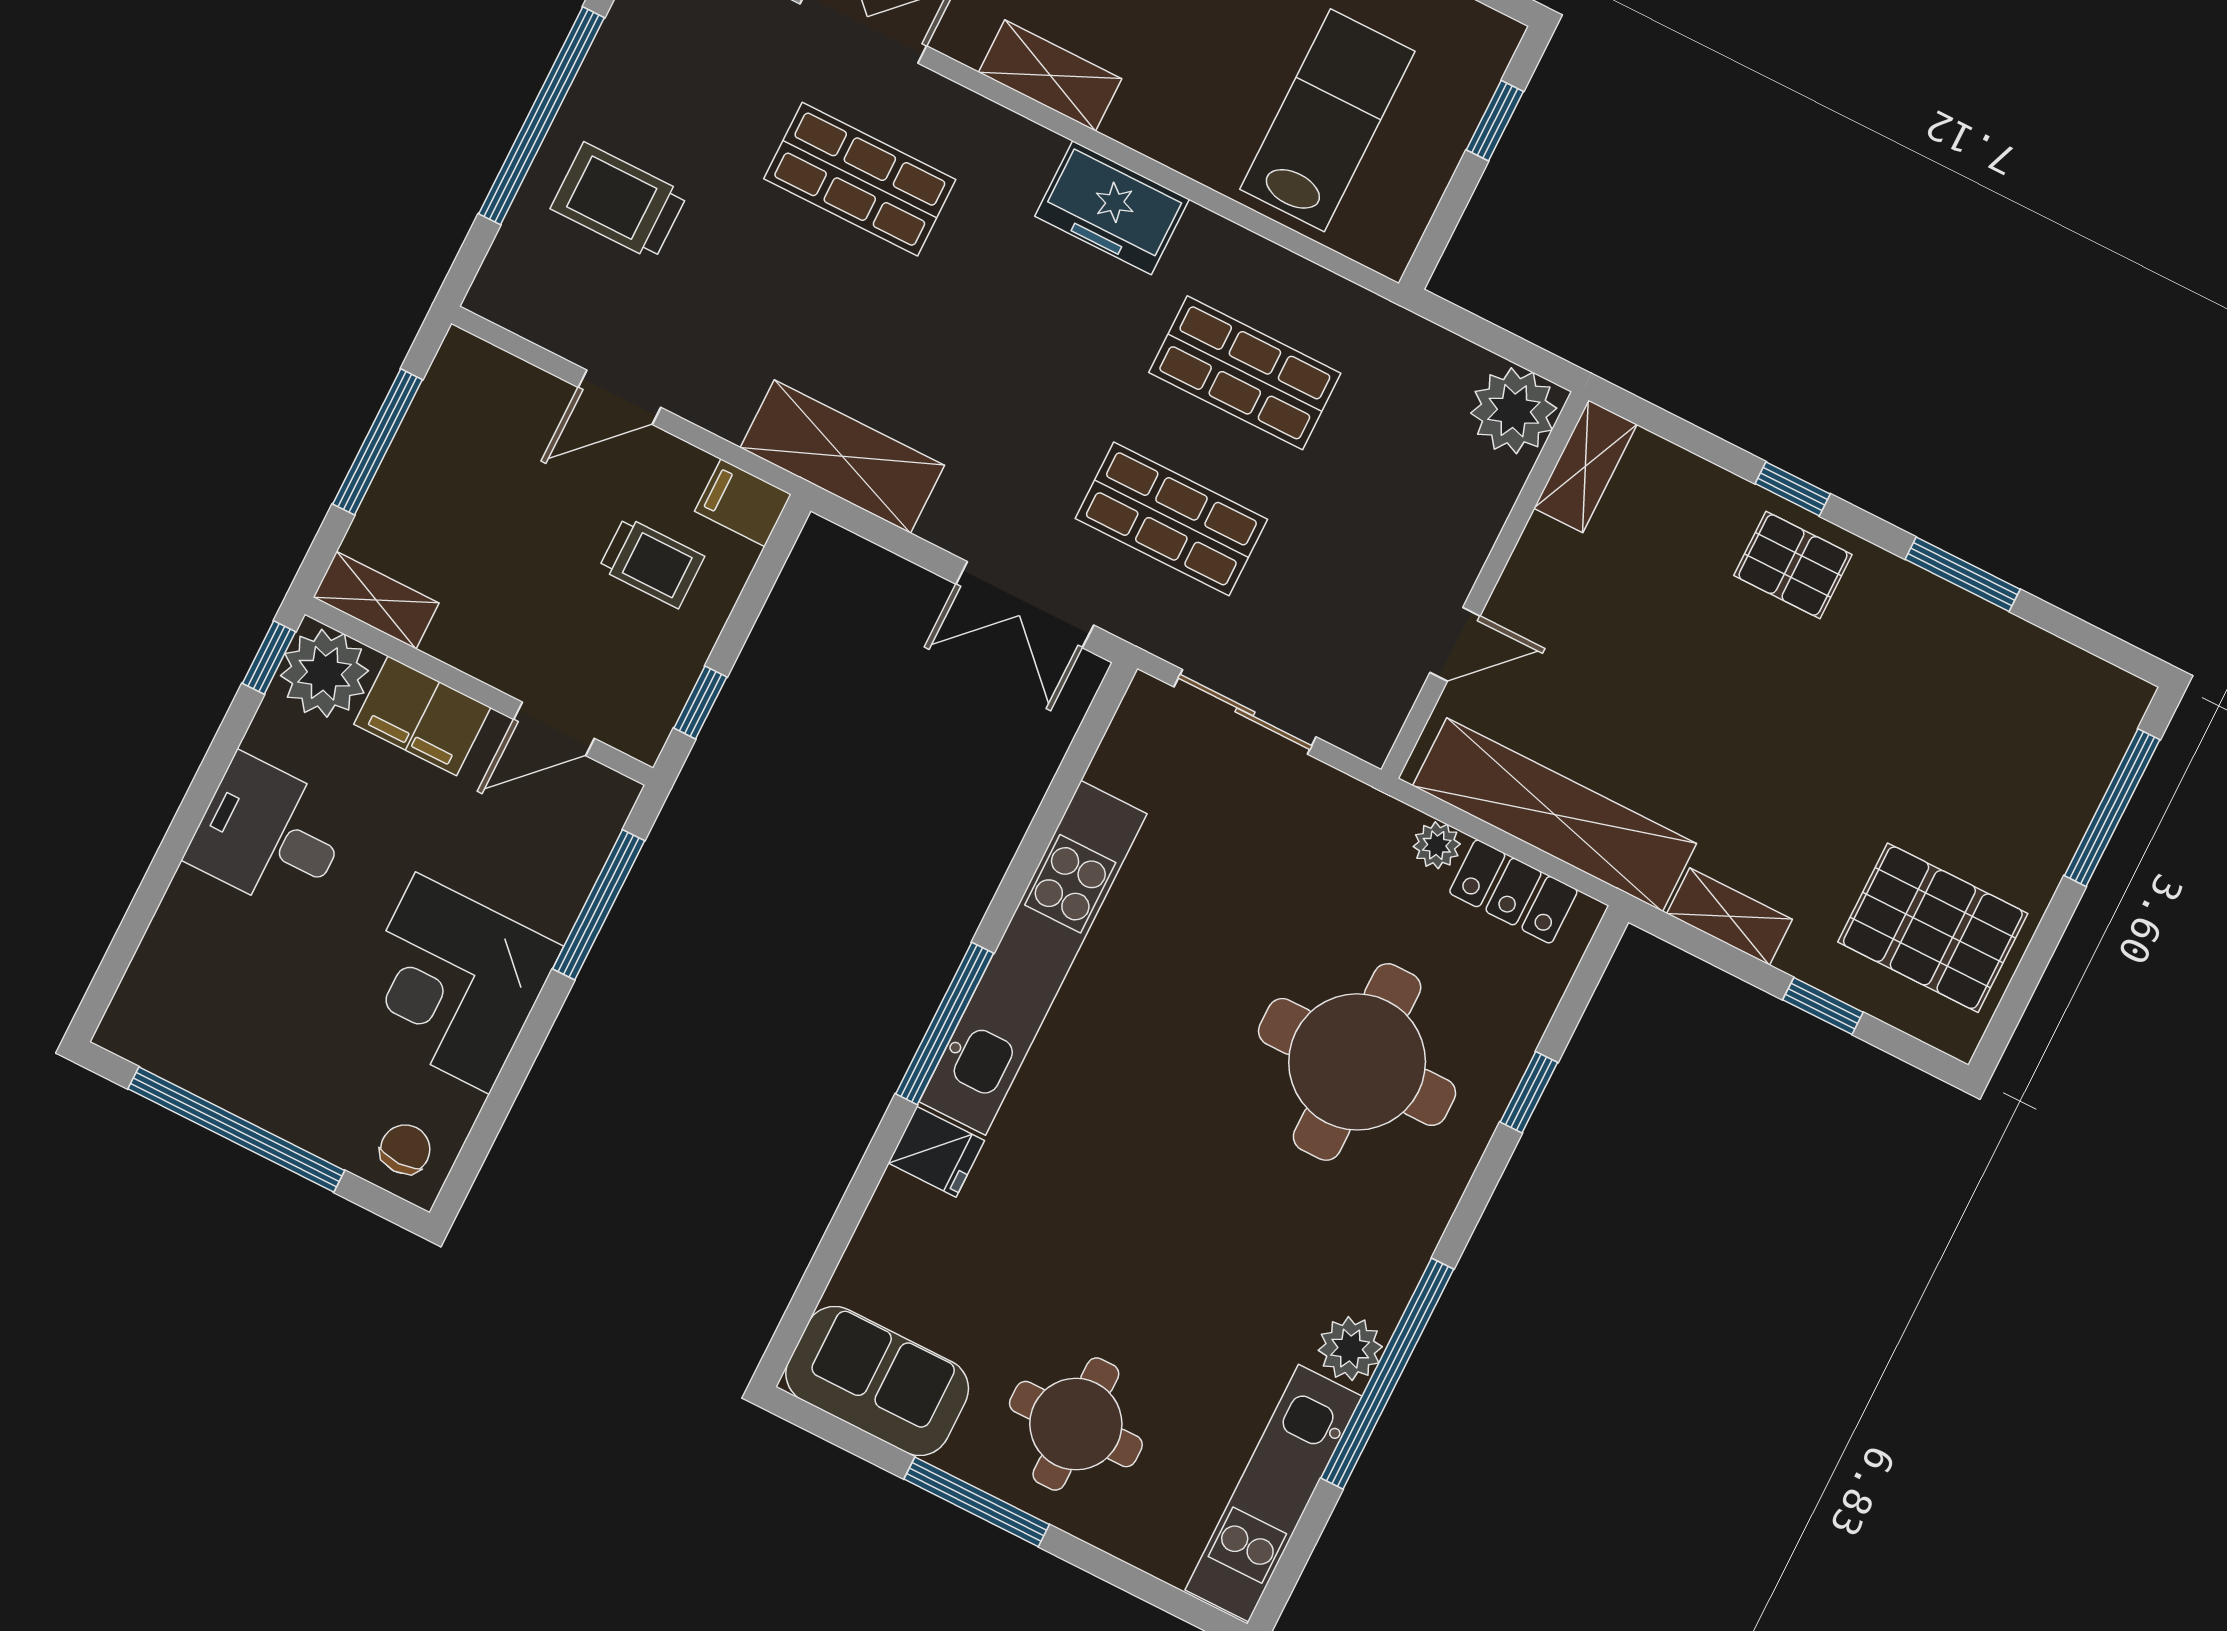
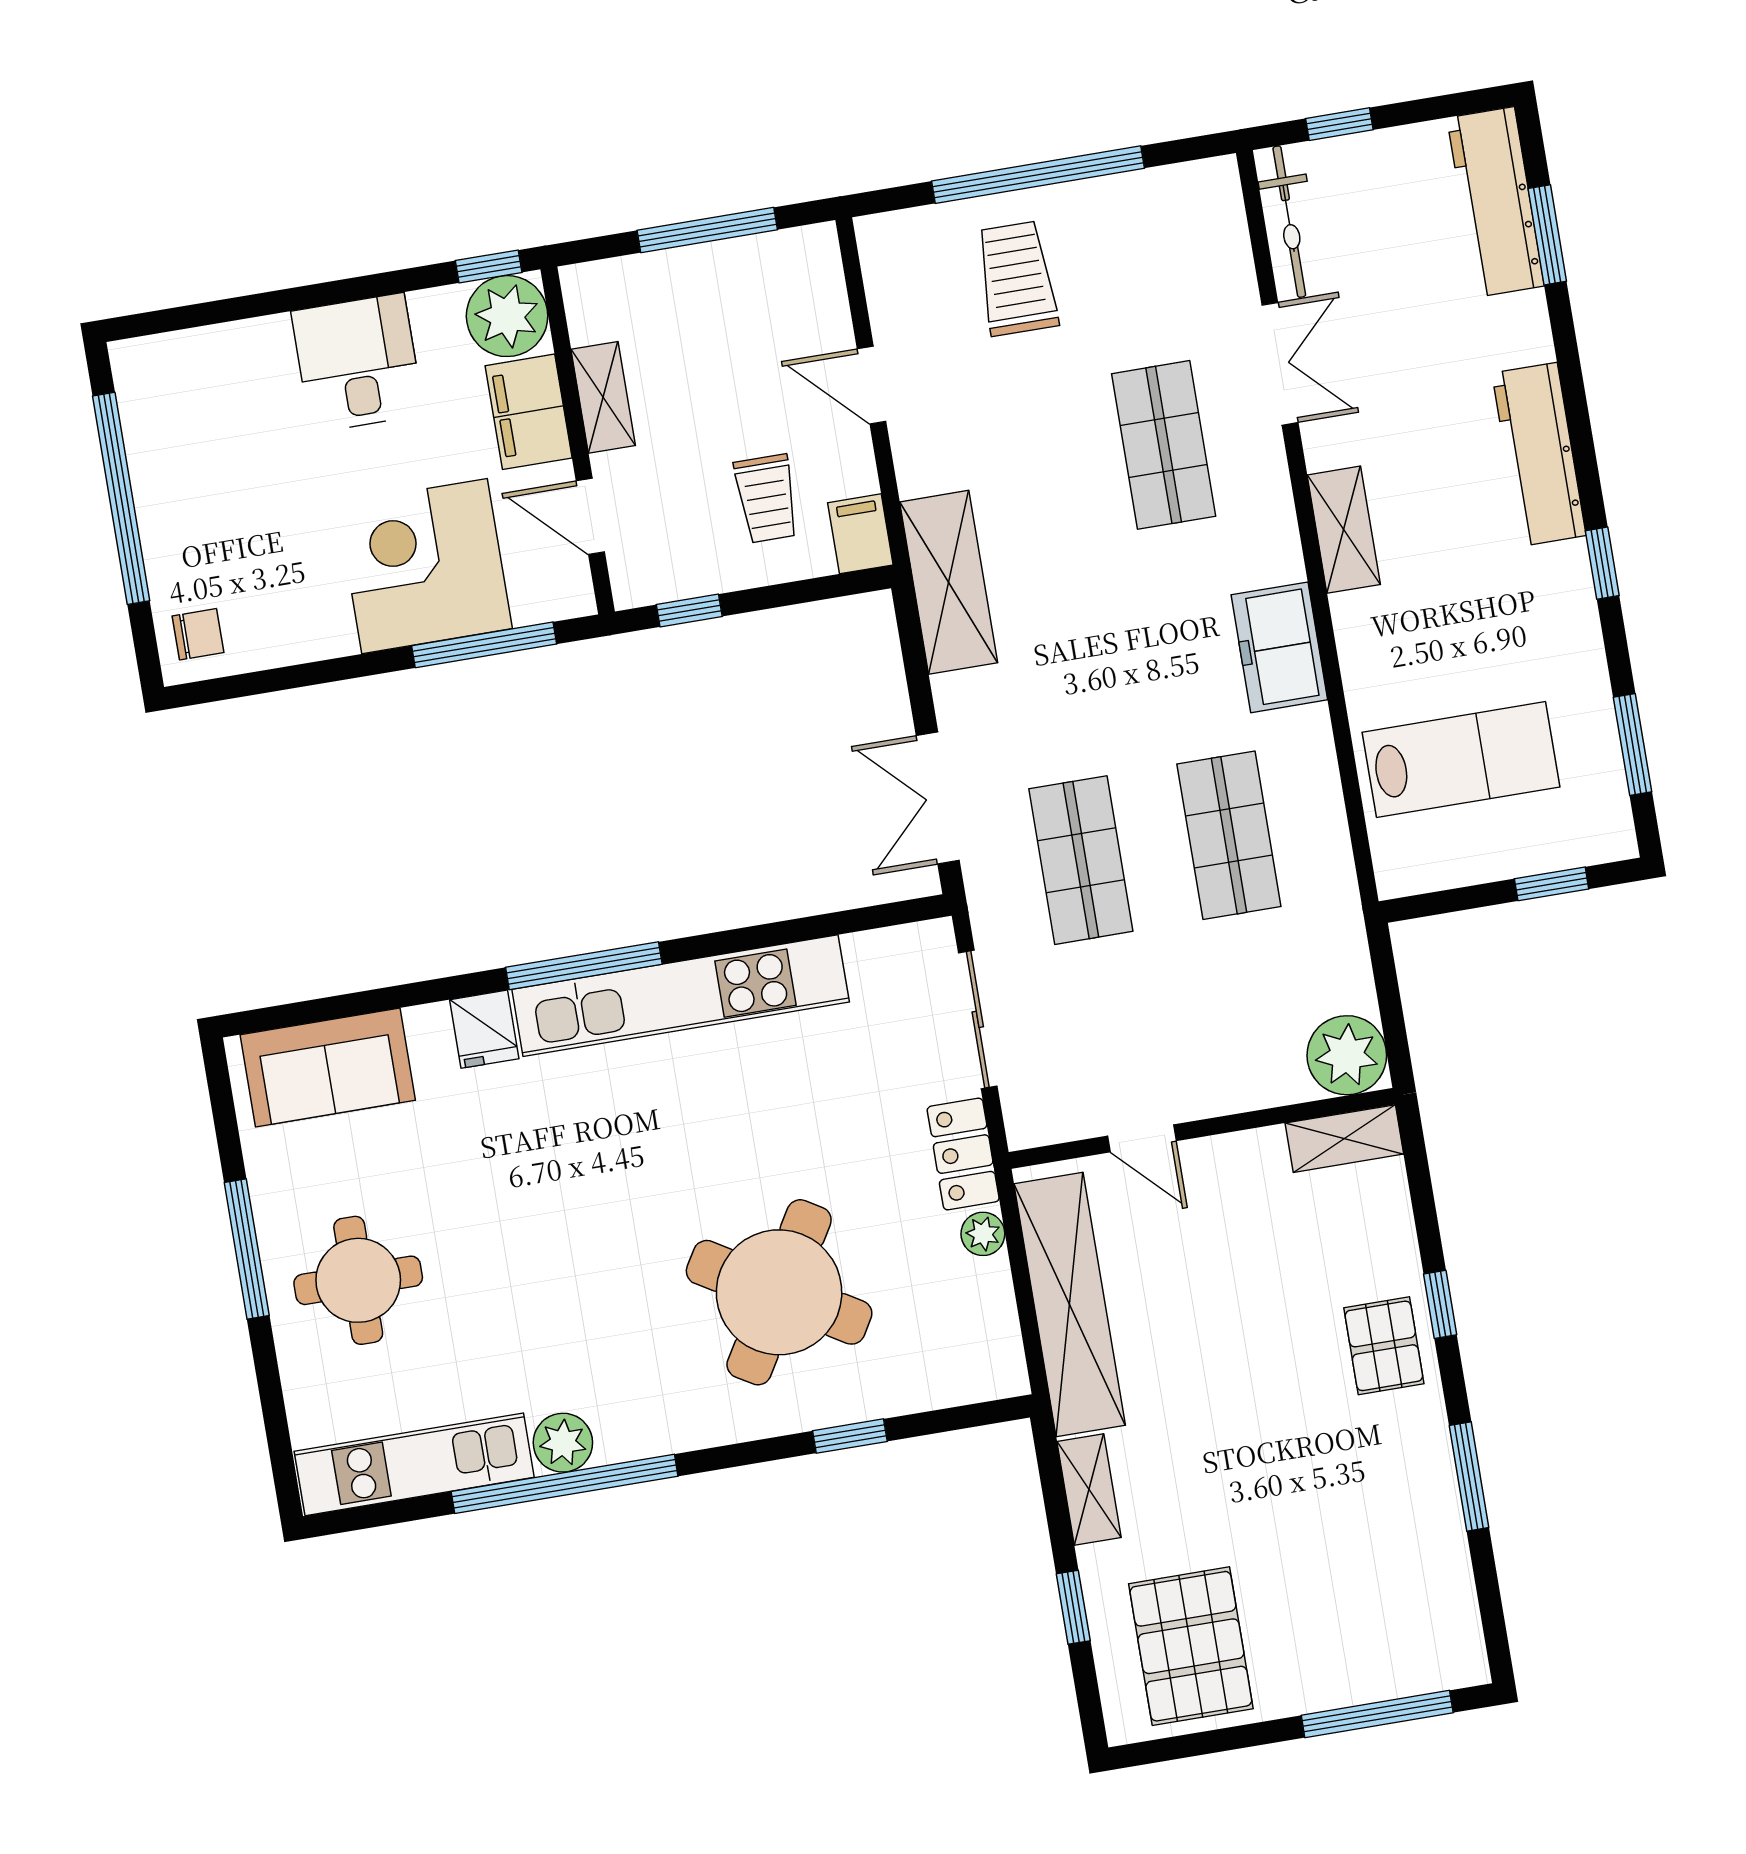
shelving: (376, 600) -> (603, 397), moved
locker: (1513, 892) -> (963, 1154), moved
corner desk: (452, 983) -> (425, 566), moved
round table: (1357, 1062) -> (779, 1292), turned 31
sofa: (877, 1381) -> (328, 1067), moved, turned 90

